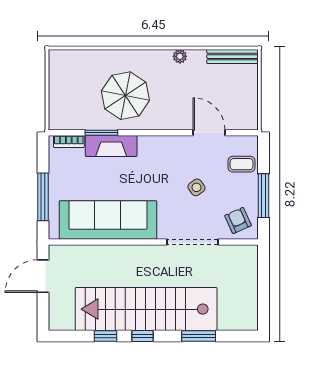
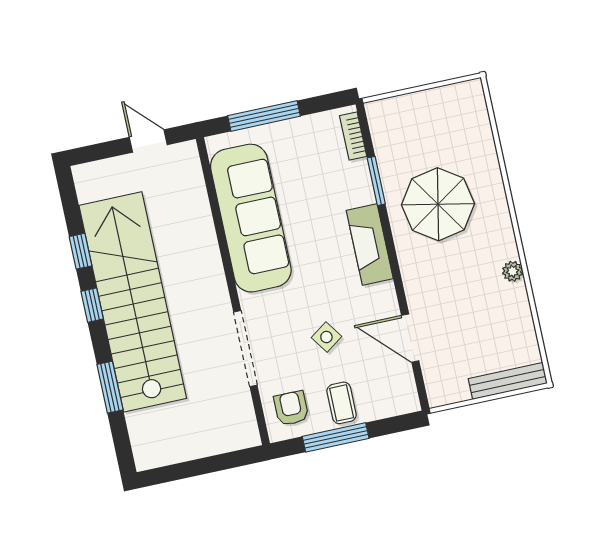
bench: (232, 57) -> (508, 381), moved, turned 90
door: (209, 133) -> (410, 338), swing flipped
fireplace: (111, 146) -> (370, 244), moved
coffee table: (242, 164) -> (342, 403), moved
armchair: (238, 220) -> (291, 408), turned -66
door: (43, 276) -> (148, 141), width x0.73

